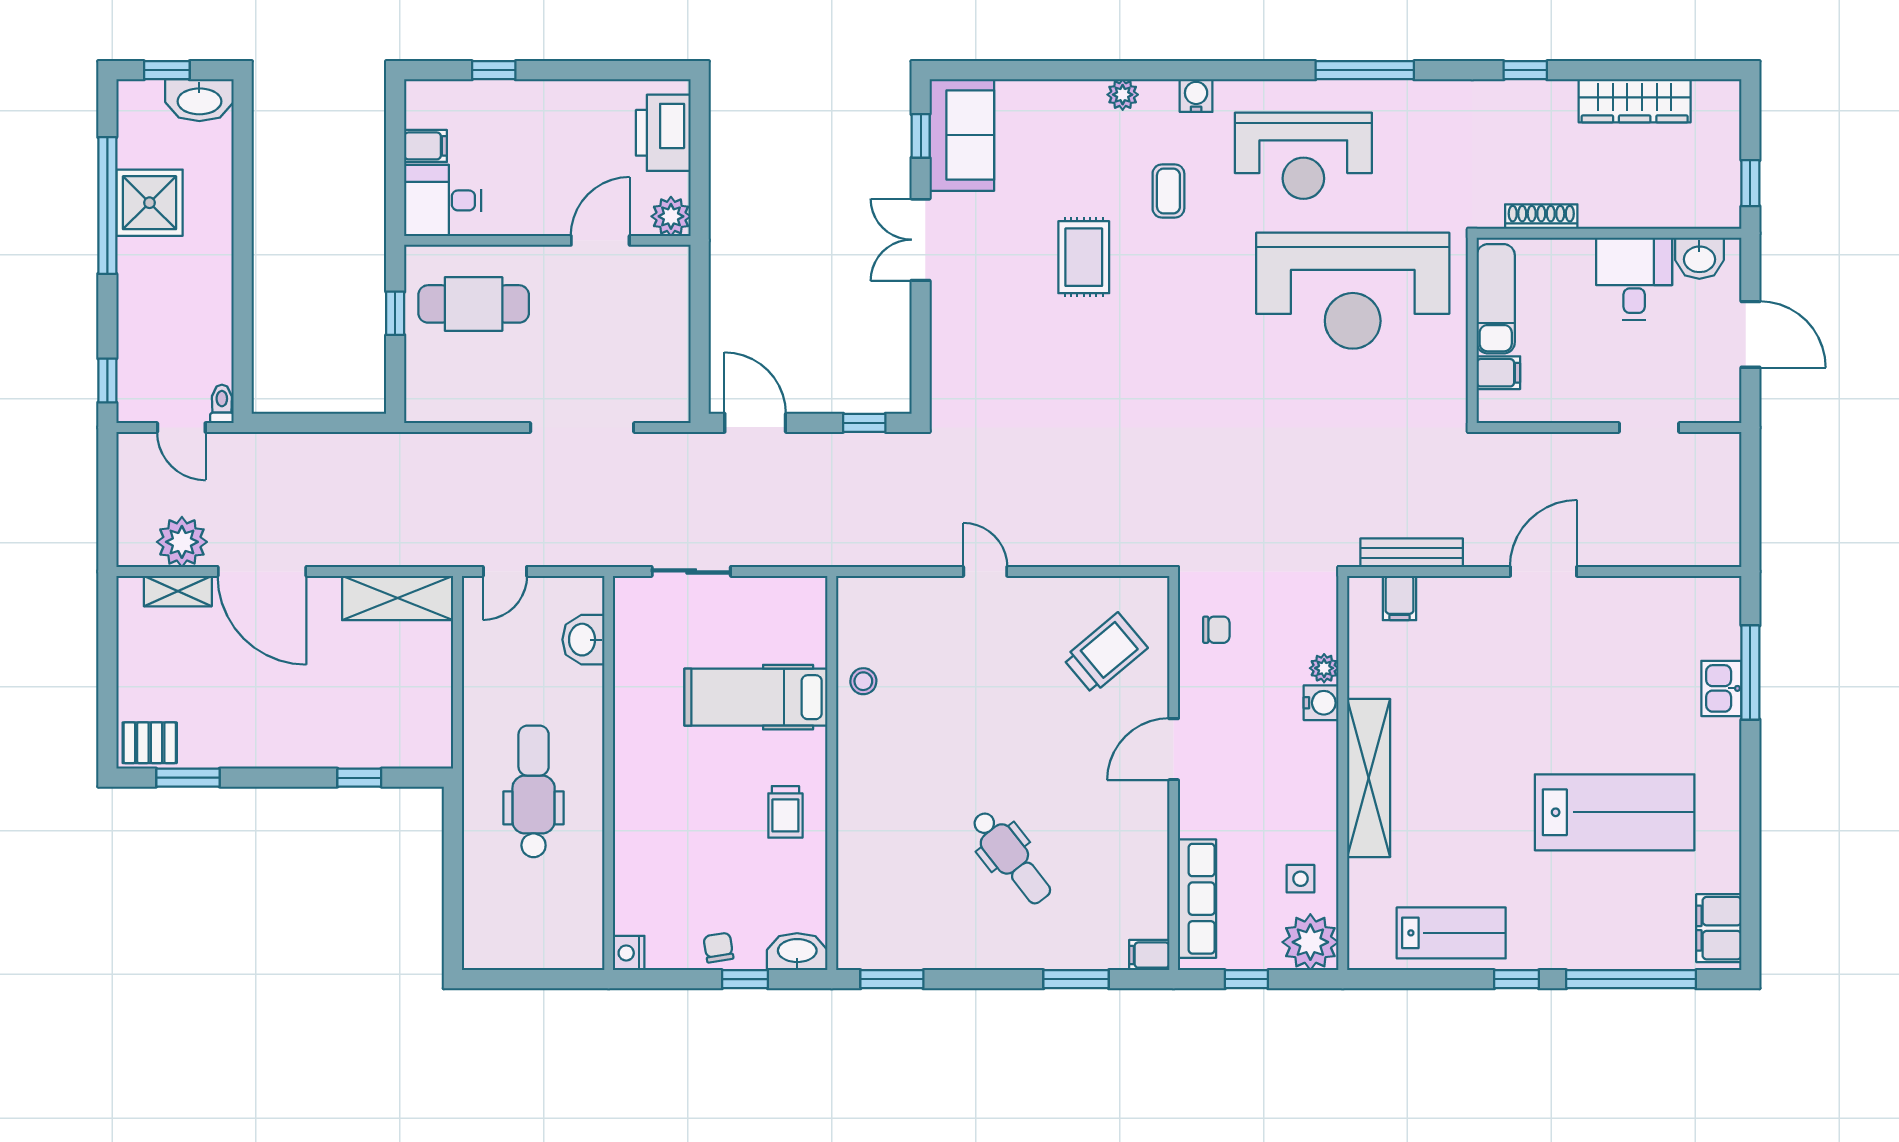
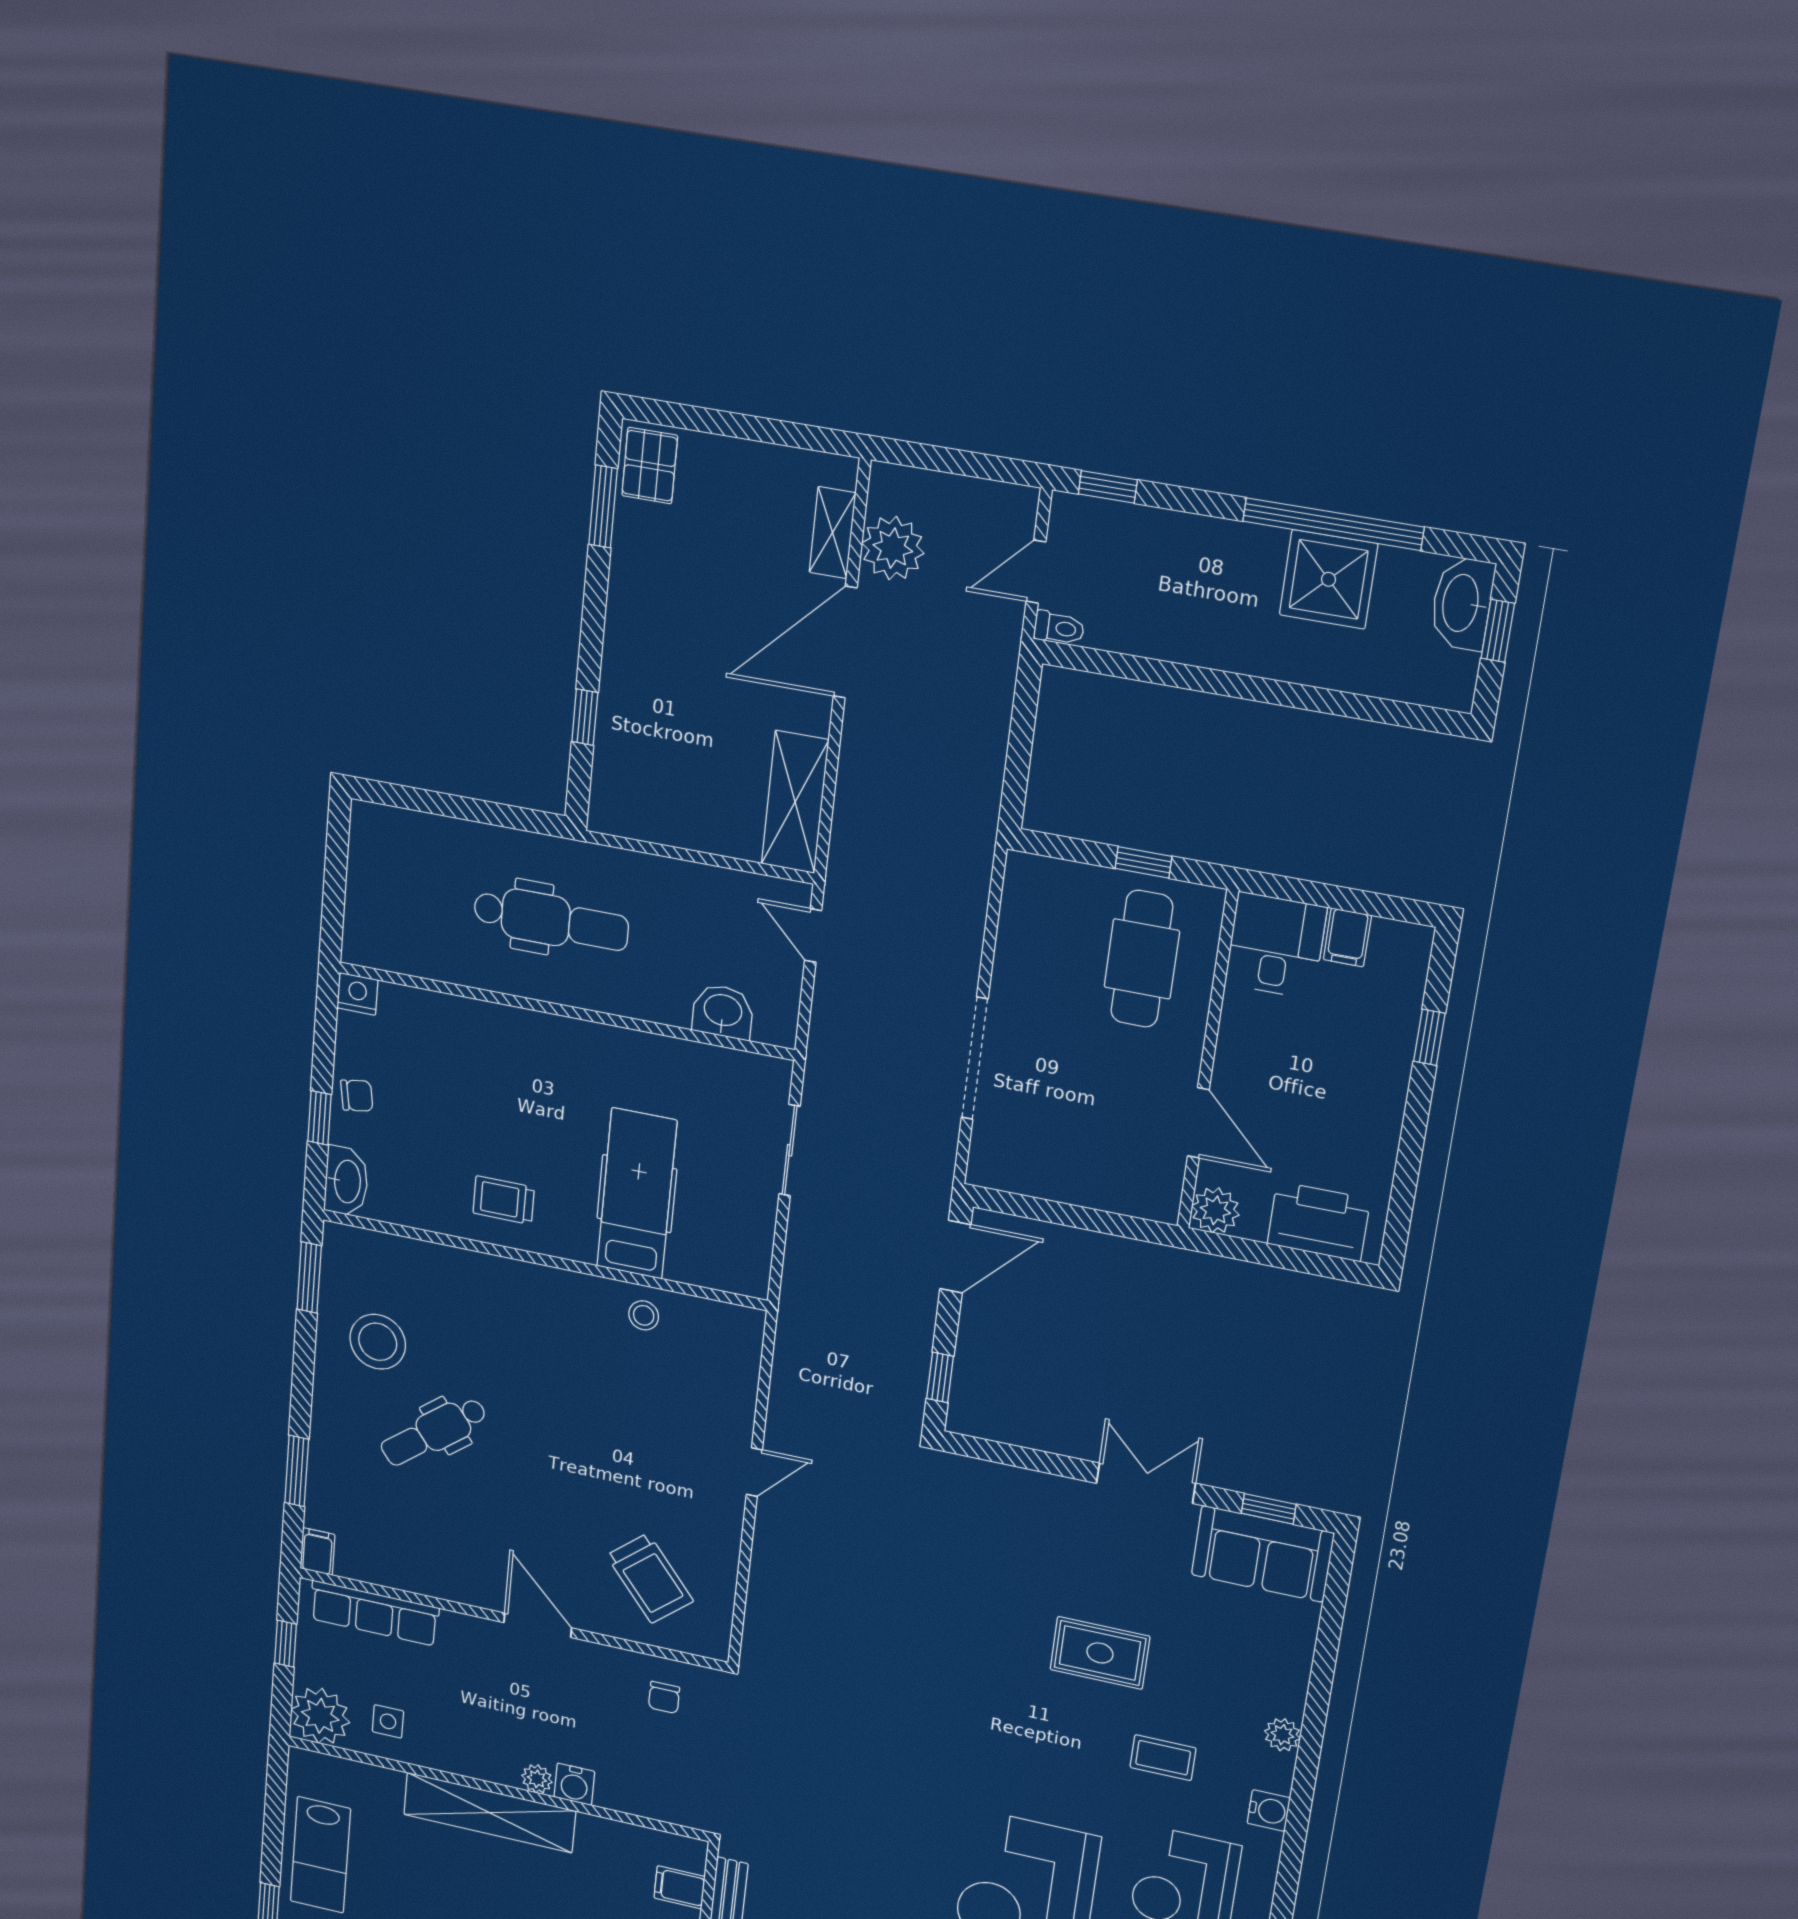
washbasin: (199, 100) -> (1462, 603), moved
plant: (1324, 668) -> (537, 1779), moved
stool: (938, 914) -> (378, 1342), added

